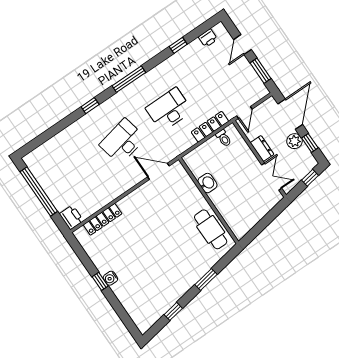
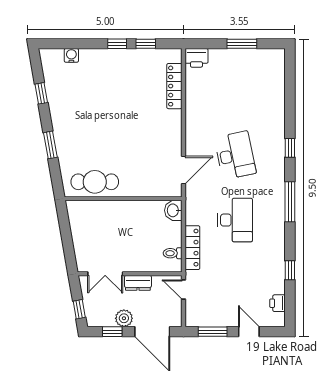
washbasin: (207, 183) -> (173, 210), moved, turned 90
window: (39, 192) -> (242, 44), width x0.47
window: (86, 261) -> (146, 44), added
water cooler: (110, 278) -> (71, 55), moved

